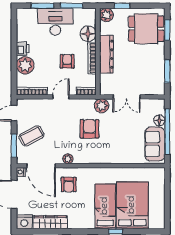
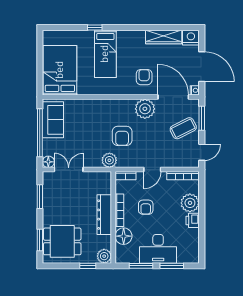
double door: (126, 97) -> (69, 170), moved
floor lamp: (159, 120) -> (48, 162), moved
plant: (68, 159) -> (145, 109), width x1.87, depth x1.87
bed: (132, 205) -> (60, 70), moved, turned 180

